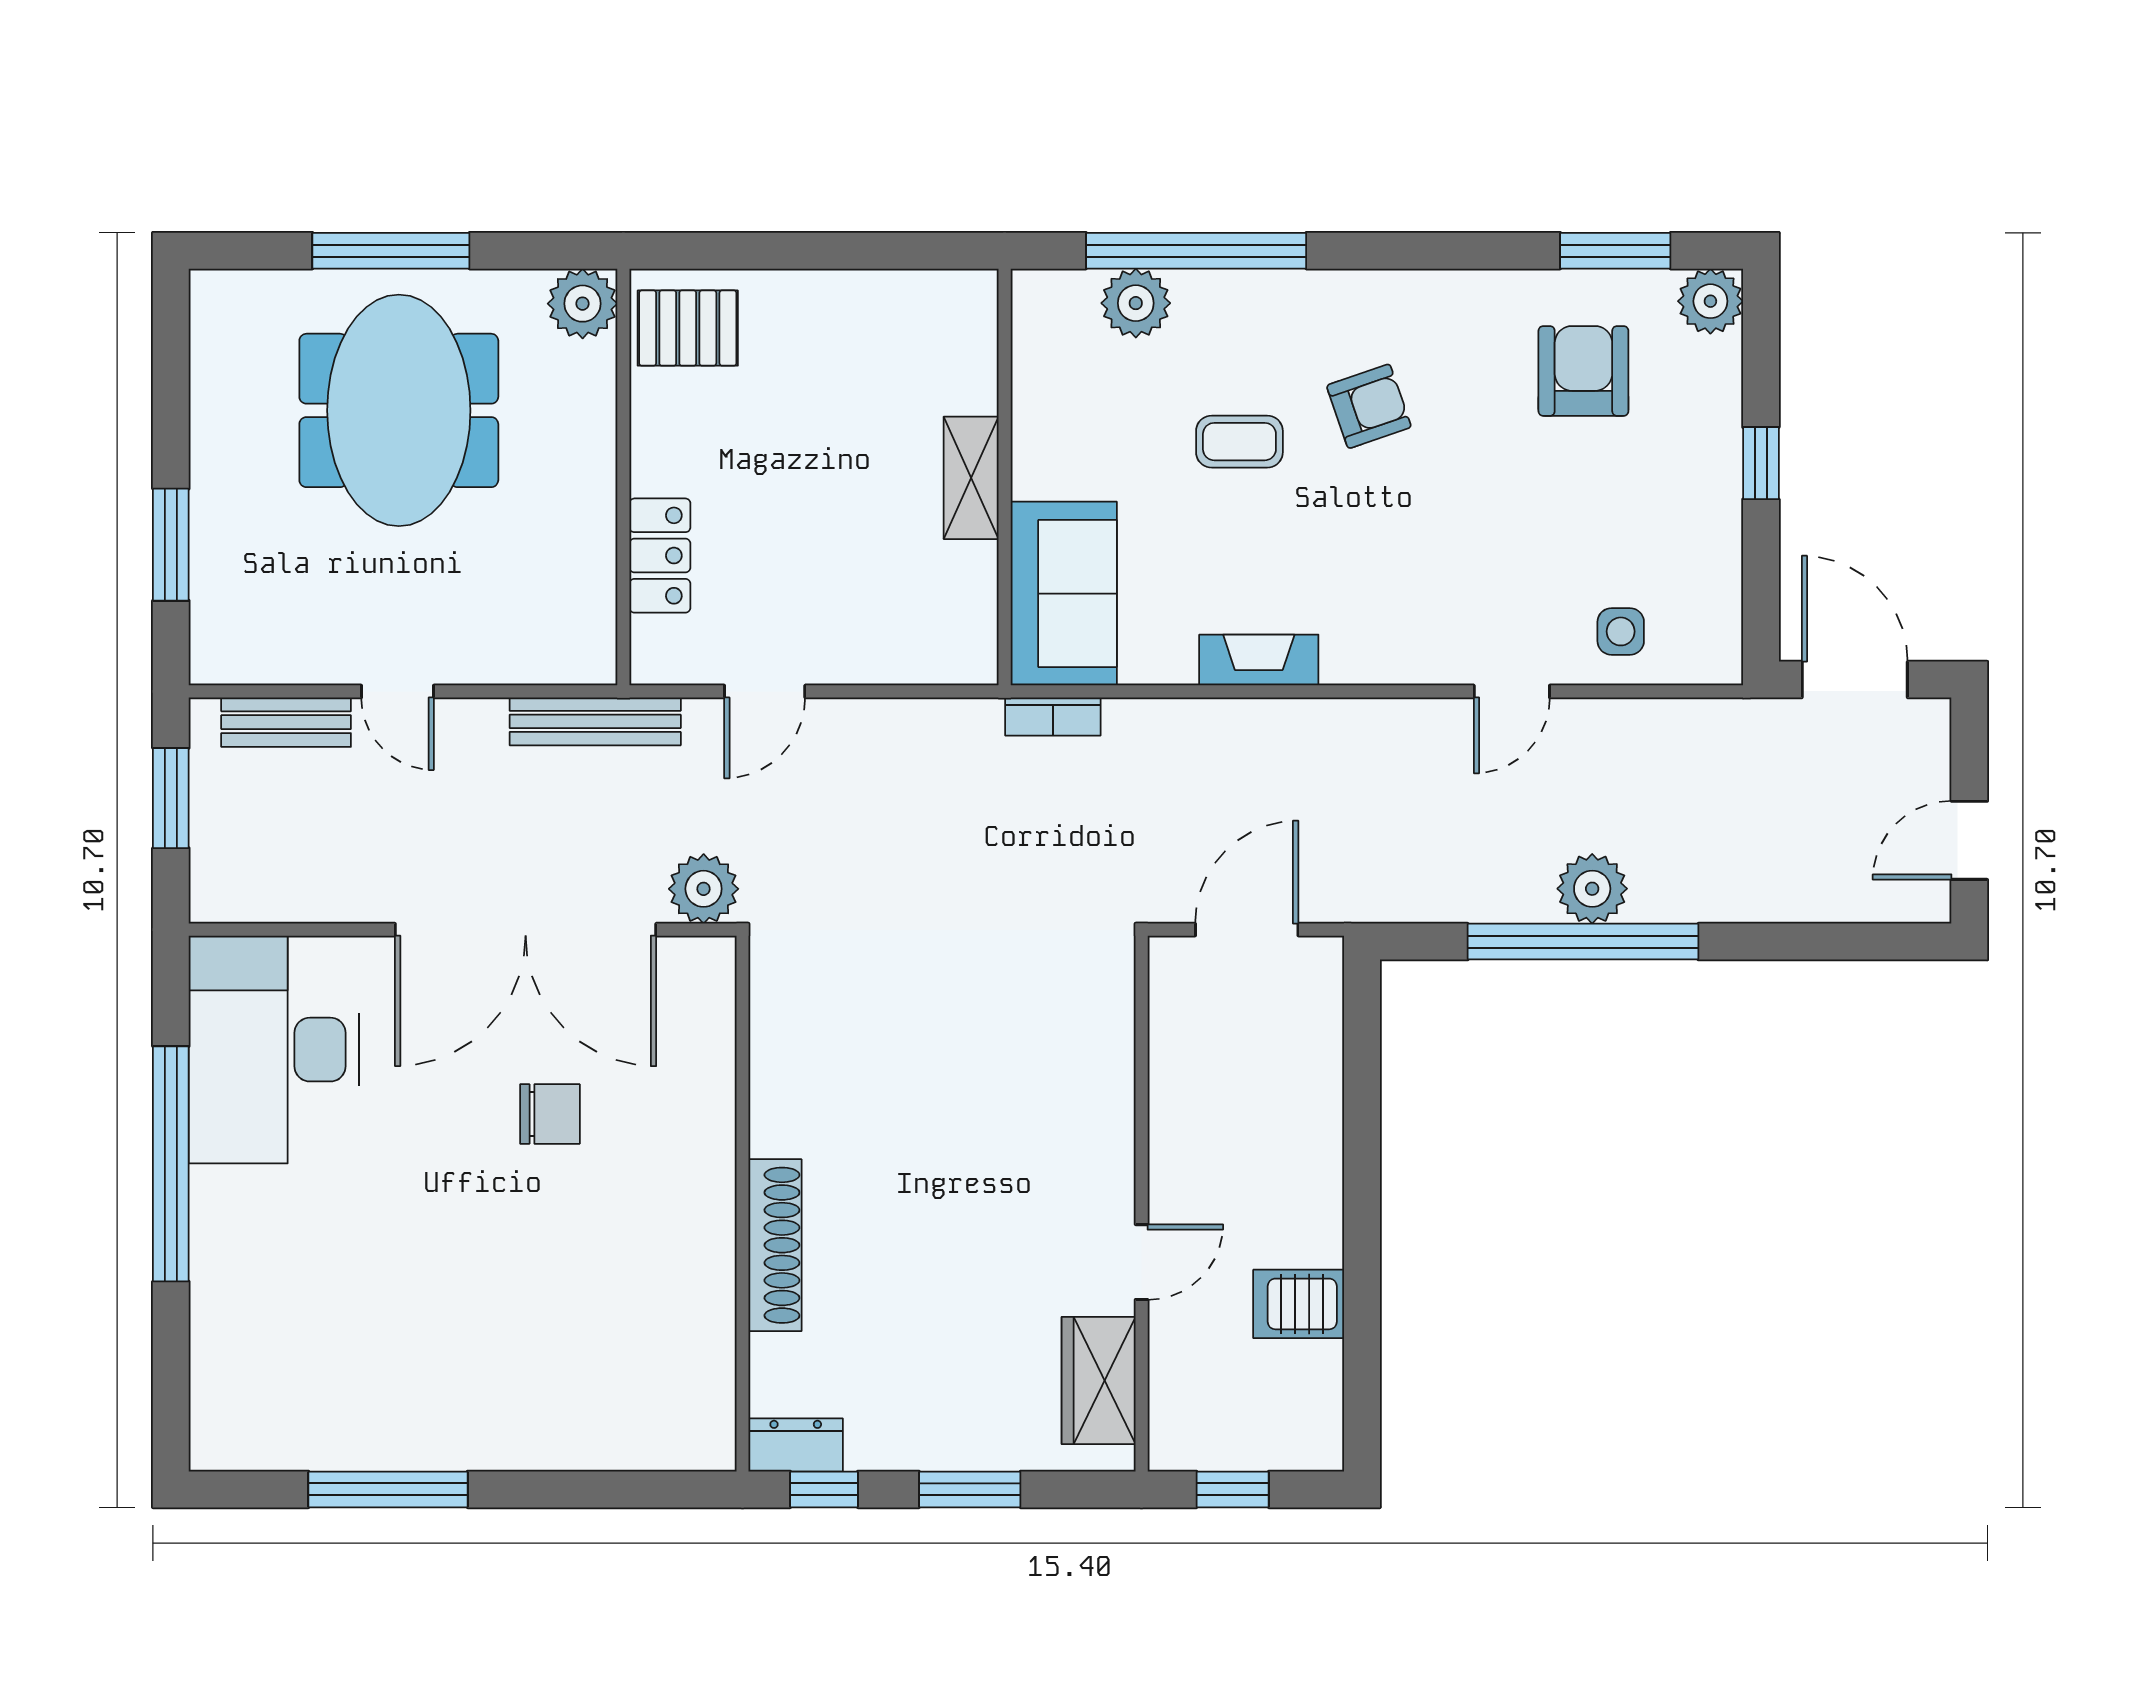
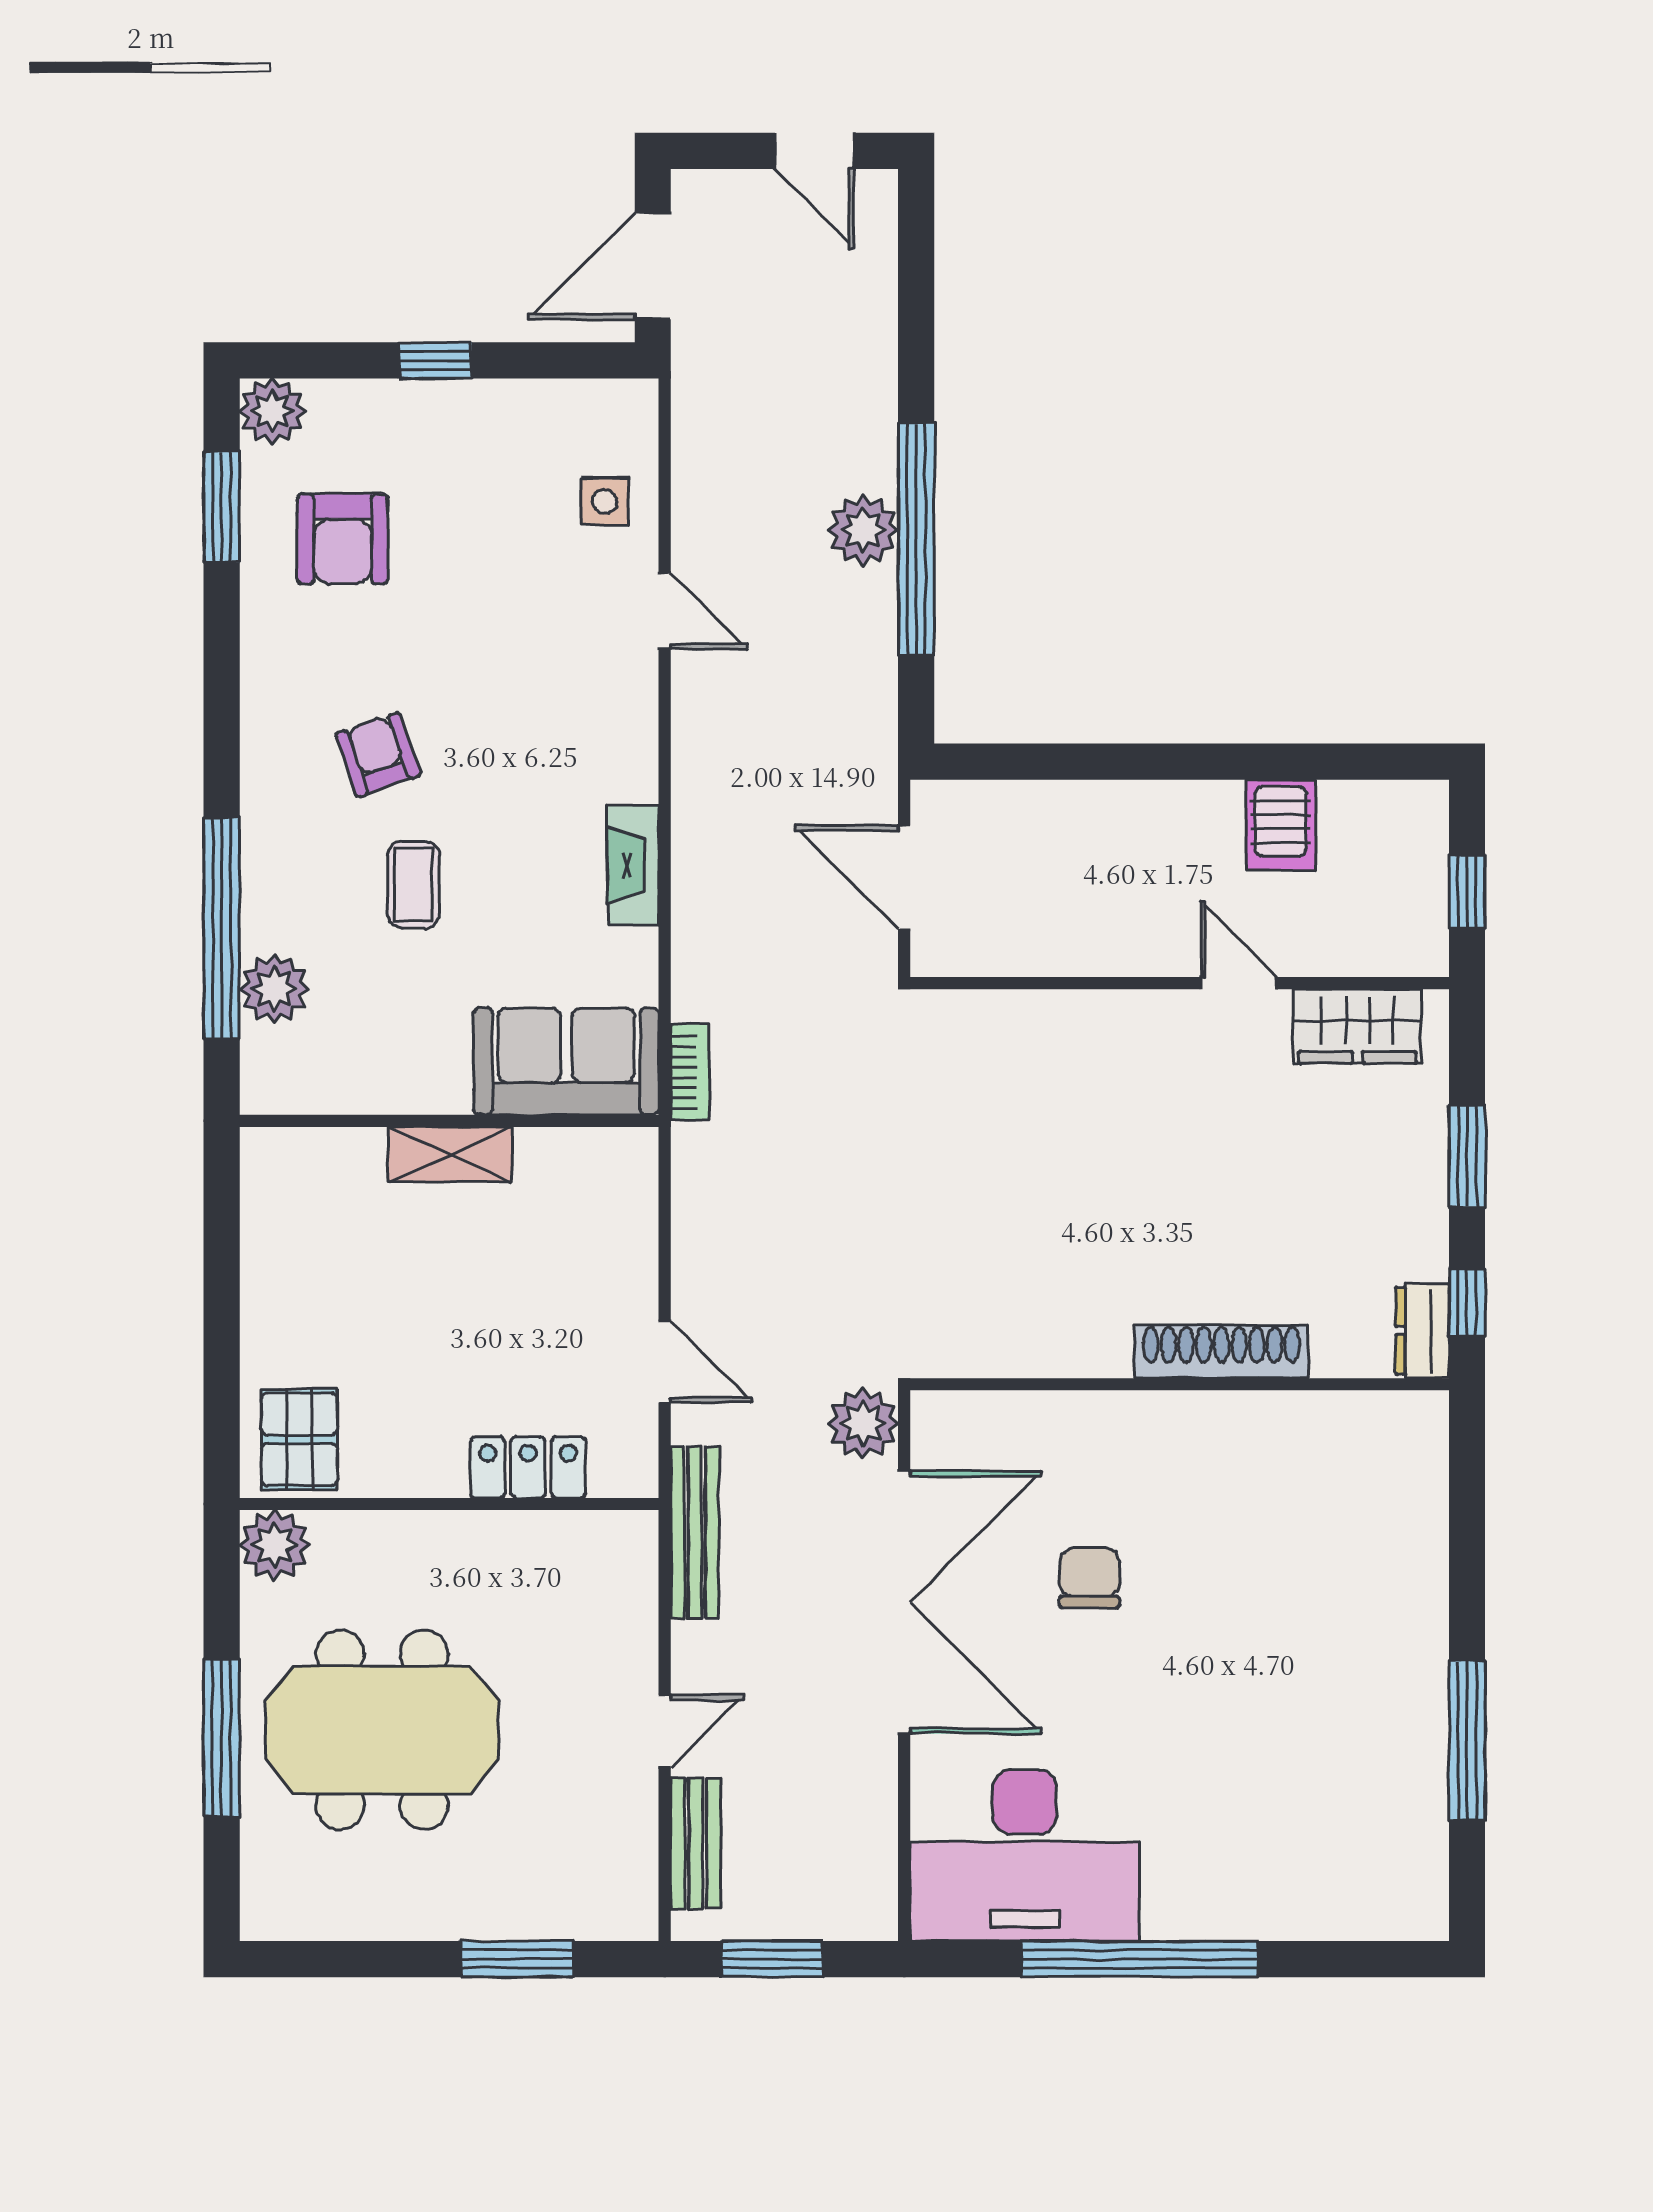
armchair: (1583, 371) -> (343, 539), turned -90

